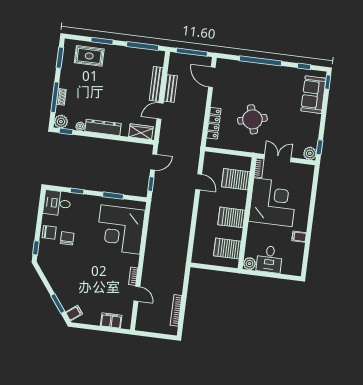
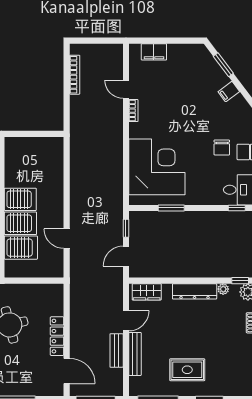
rug: (89, 56) -> (187, 370), moved
locker: (214, 123) -> (57, 336), moved
window: (77, 191) -> (237, 208), moved
server rack: (227, 249) -> (20, 223), moved
filing cabinet: (74, 313) -> (229, 92), moved

